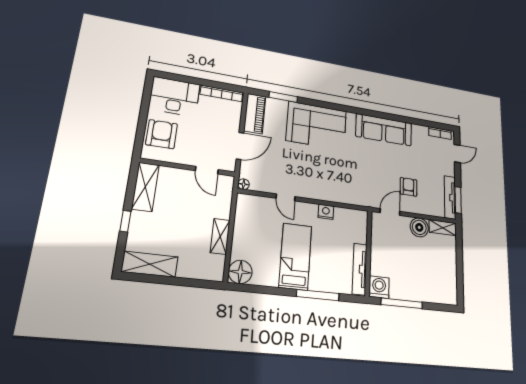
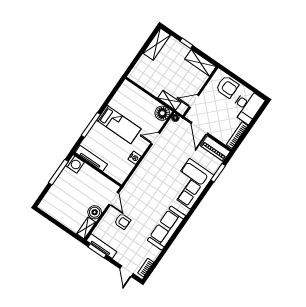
shelving: (220, 236) -> (169, 100), moved
floor lamp: (240, 272) -> (162, 113), moved

